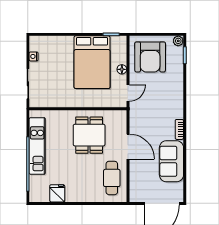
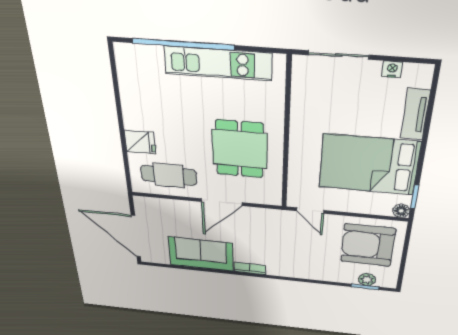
tv unit: (58, 41) -> (415, 114), added
plant: (178, 41) -> (367, 280), moved
floor lamp: (122, 69) -> (401, 211), moved
dining table: (89, 135) -> (240, 149), turned 90
fridge: (57, 193) -> (140, 142), moved

